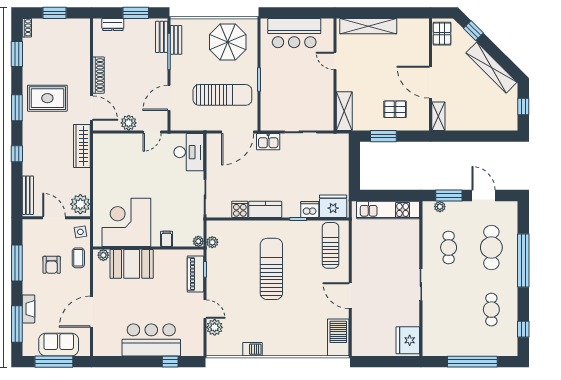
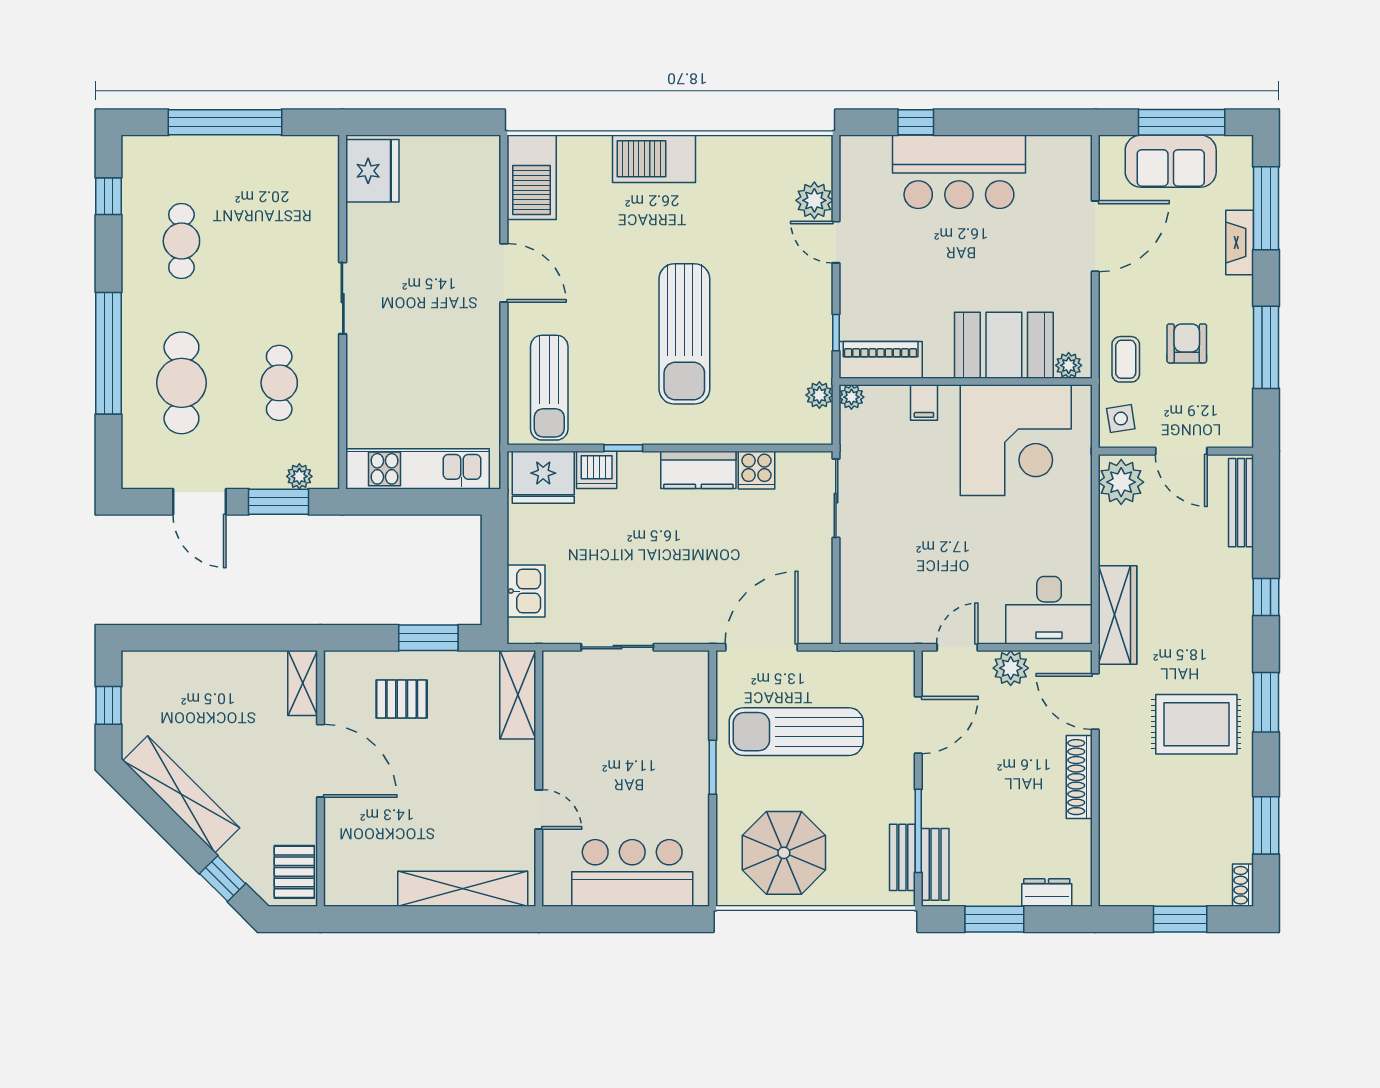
kitchen sink: (268, 142) -> (526, 591), moved, turned 90
desk: (189, 152) -> (1049, 610), moved, turned -90
piano: (196, 274) -> (881, 360), moved, turned -90
barbecue: (252, 349) -> (654, 159), moved, width x1.88, depth x1.53

